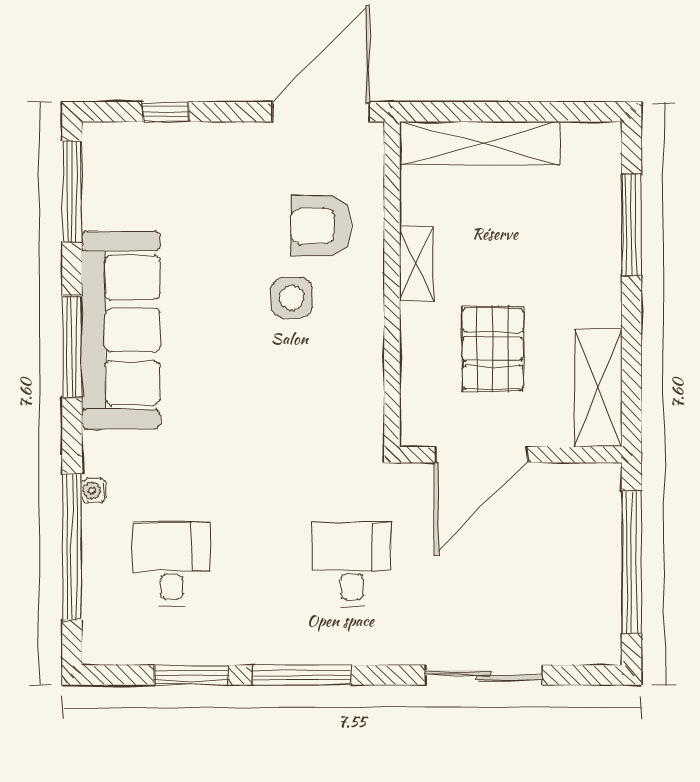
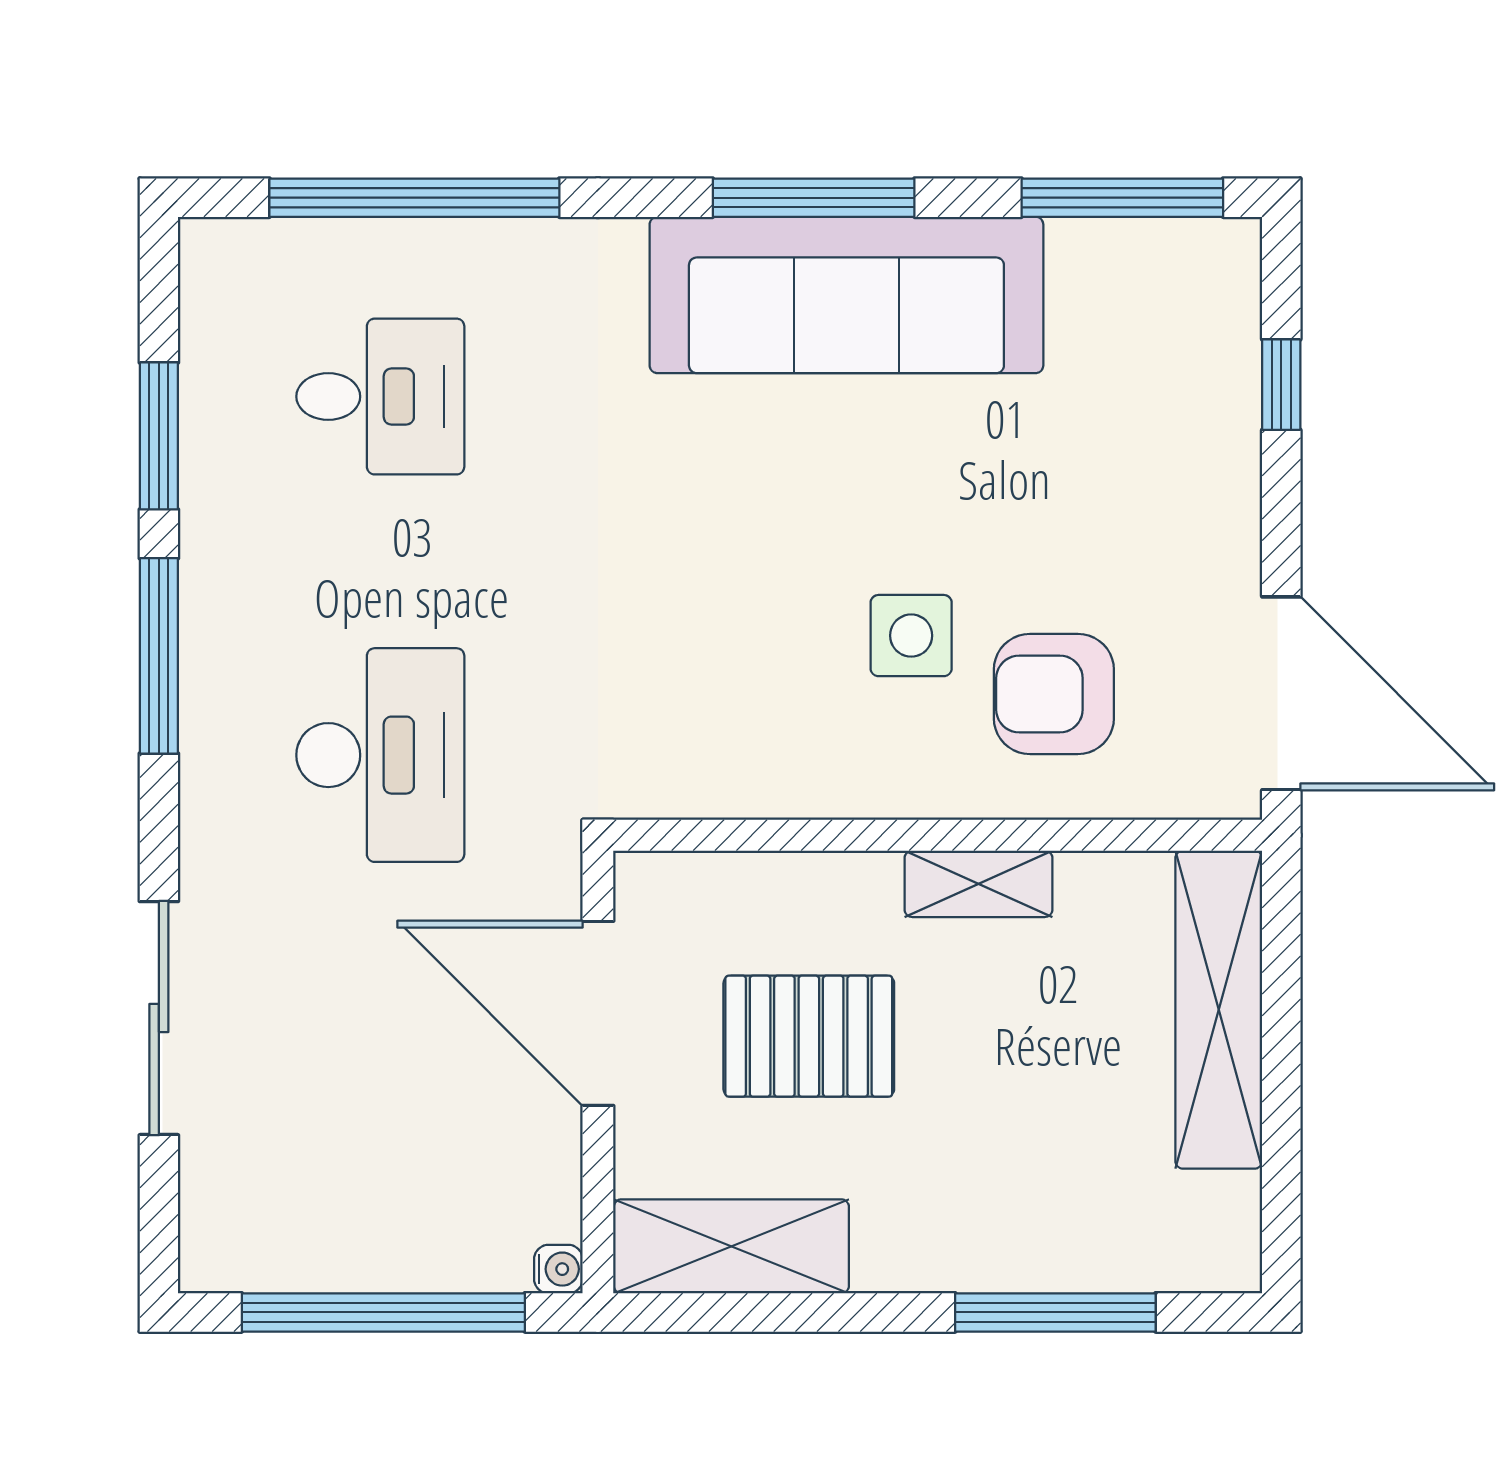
armchair: (321, 226) -> (1054, 694), turned -90
water cooler: (94, 491) -> (558, 1269), moved, turned 90
desk: (352, 564) -> (380, 755), width x1.37

